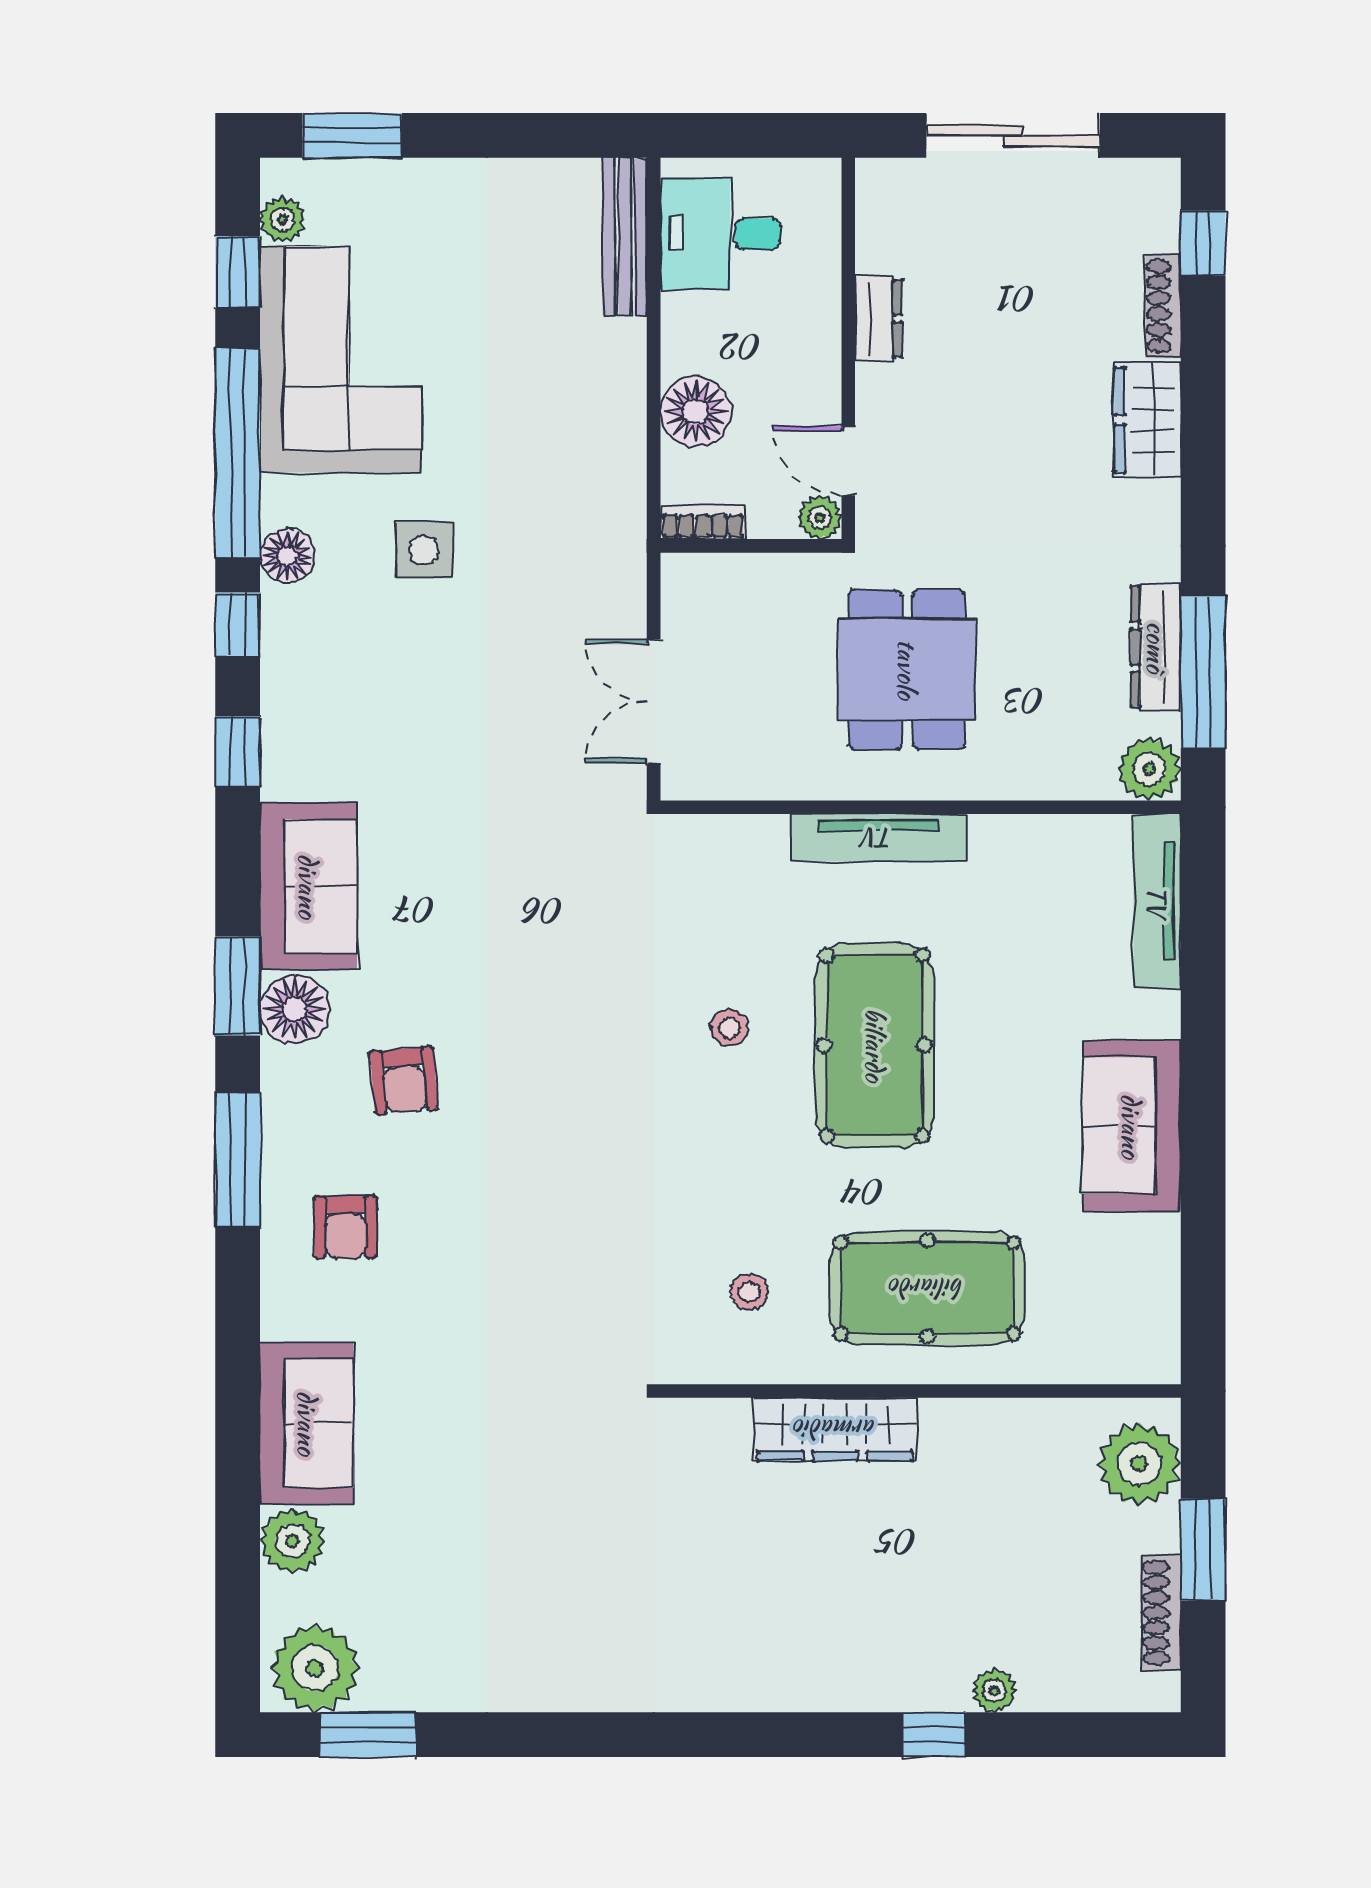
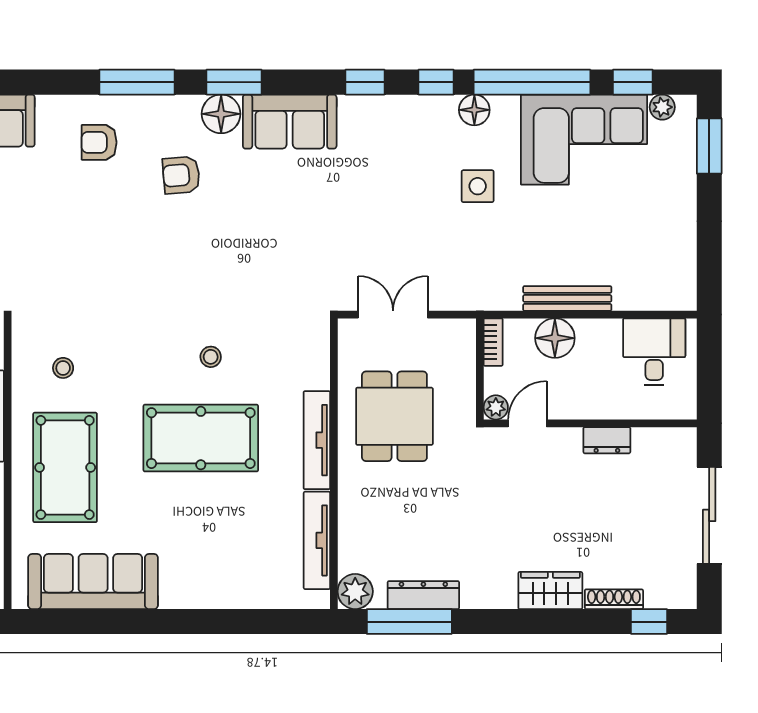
bench: (625, 237) -> (567, 298), moved
dining table: (907, 669) -> (394, 416), moved, turned 90
tv unit: (1157, 901) -> (317, 540), moved, turned -90
sofa: (1131, 1126) -> (93, 582), moved, width x1.36

